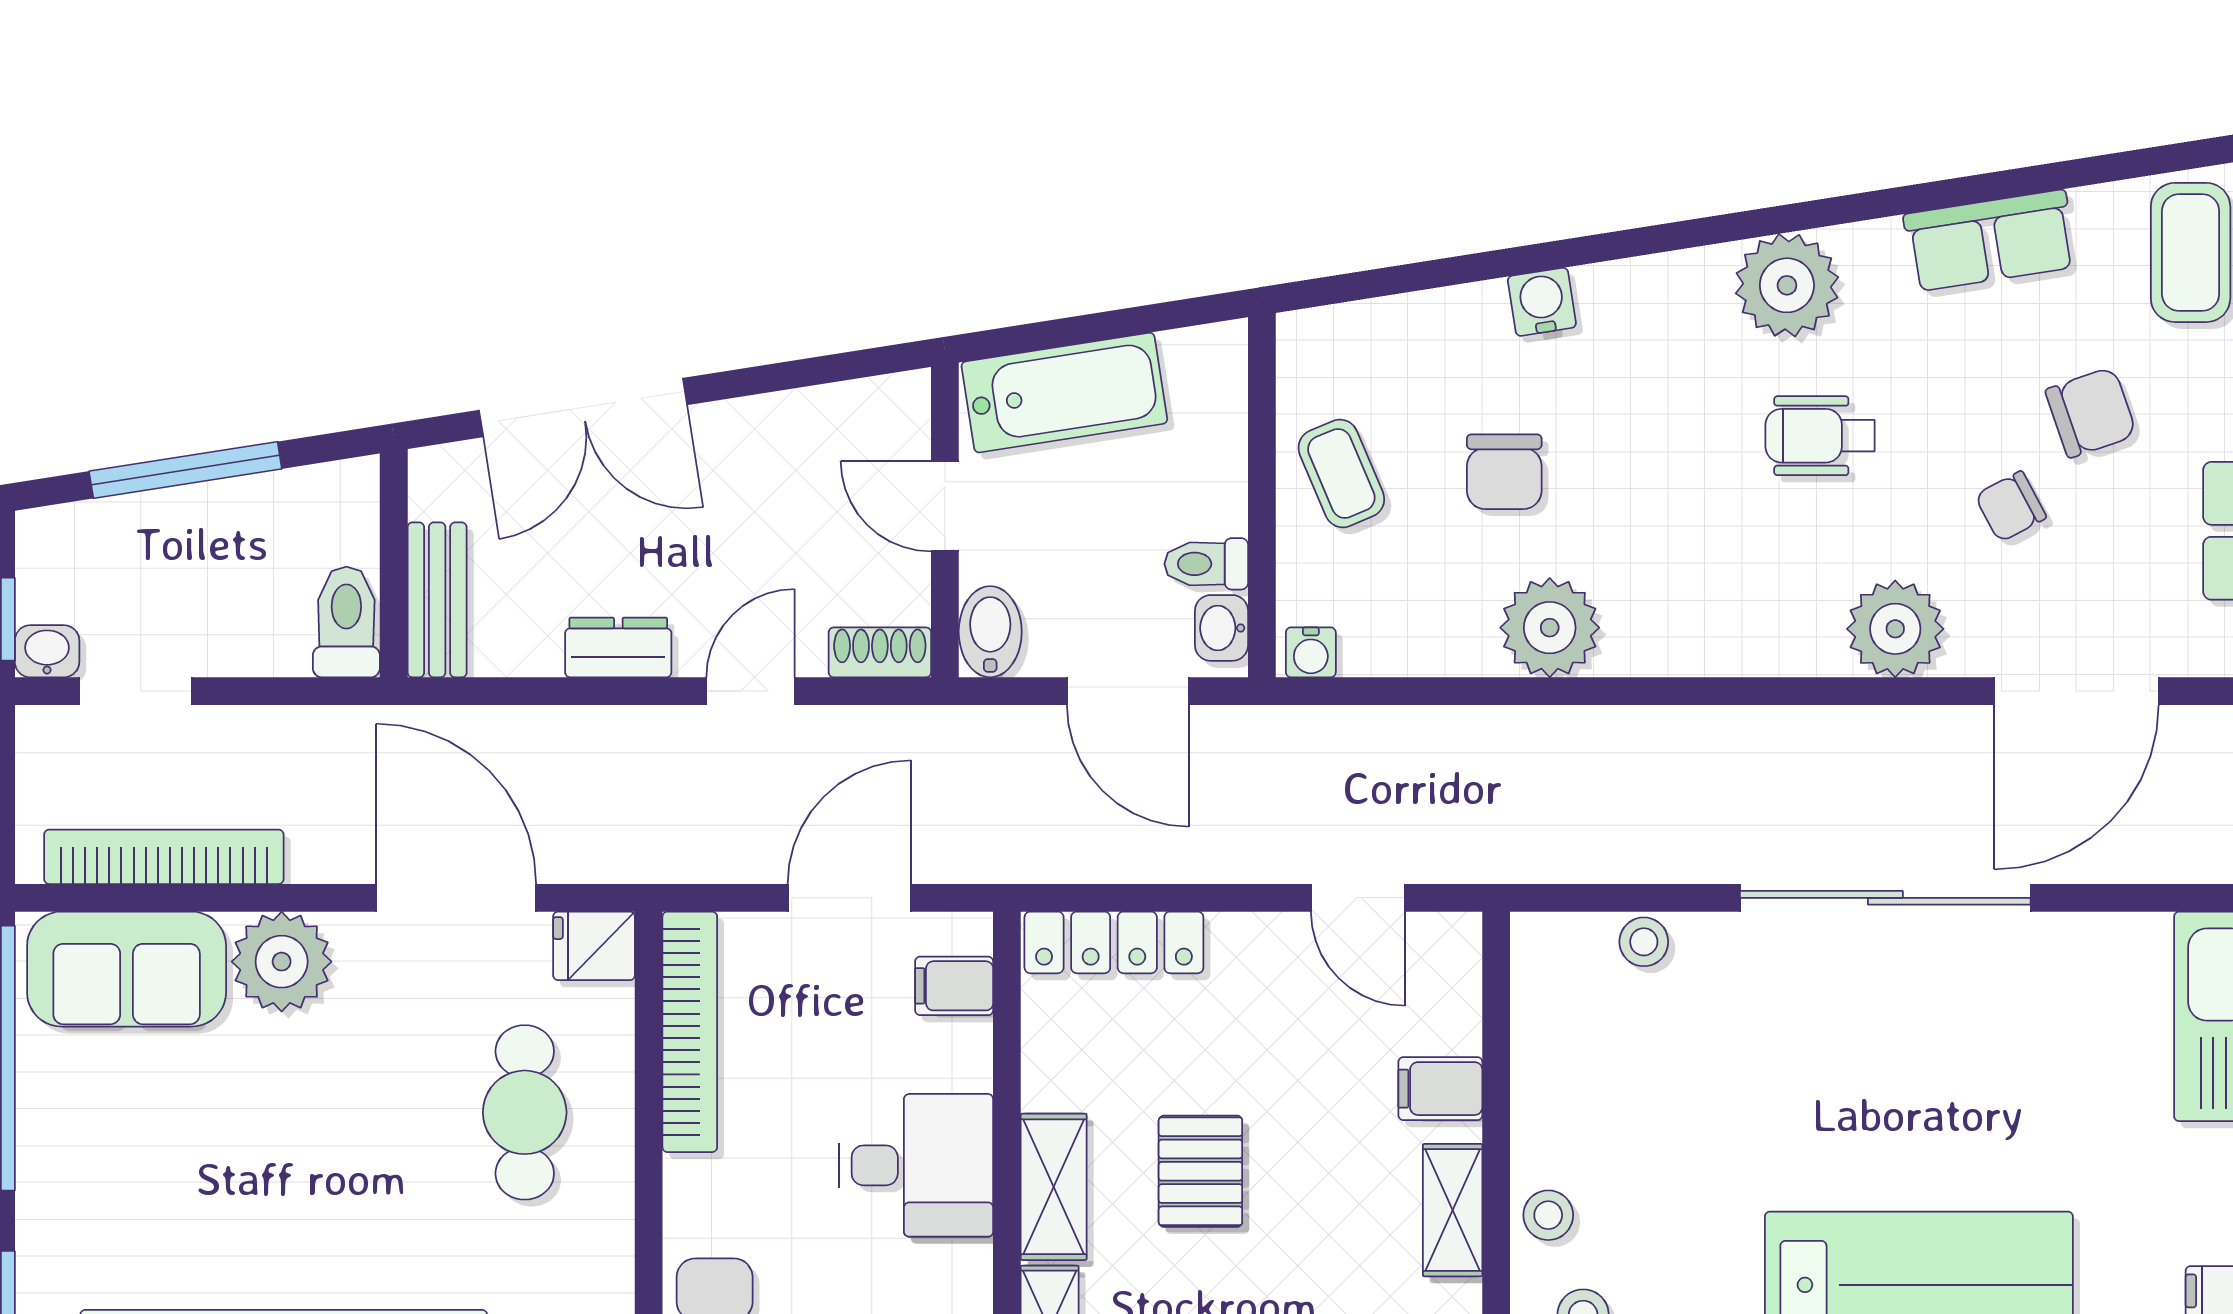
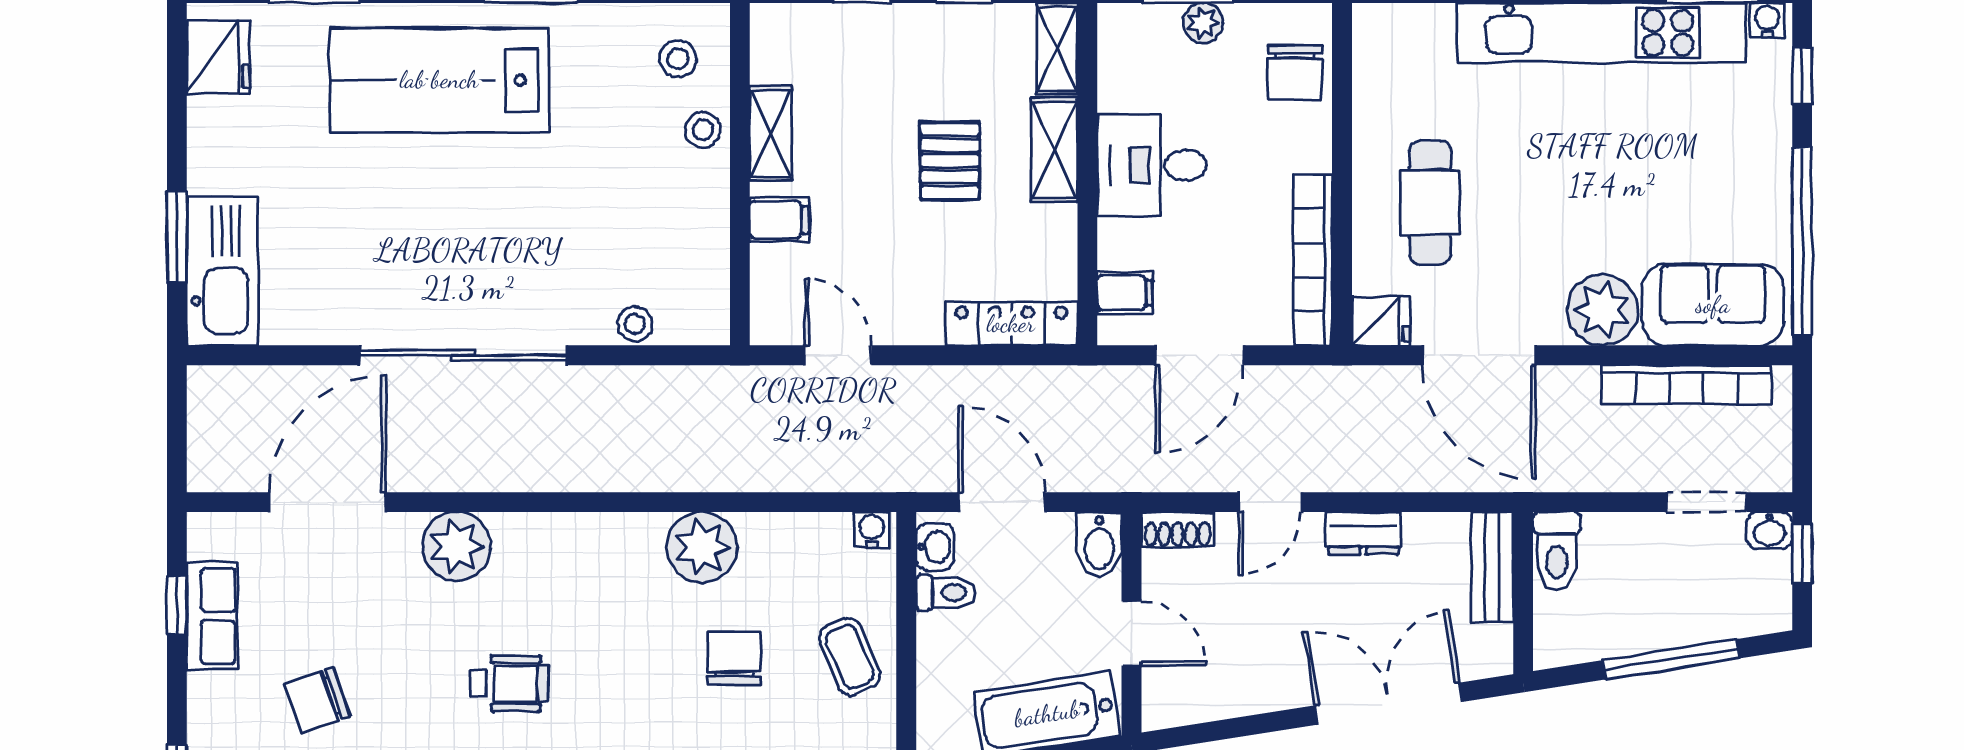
chair: (2011, 506) -> (374, 633), removed

